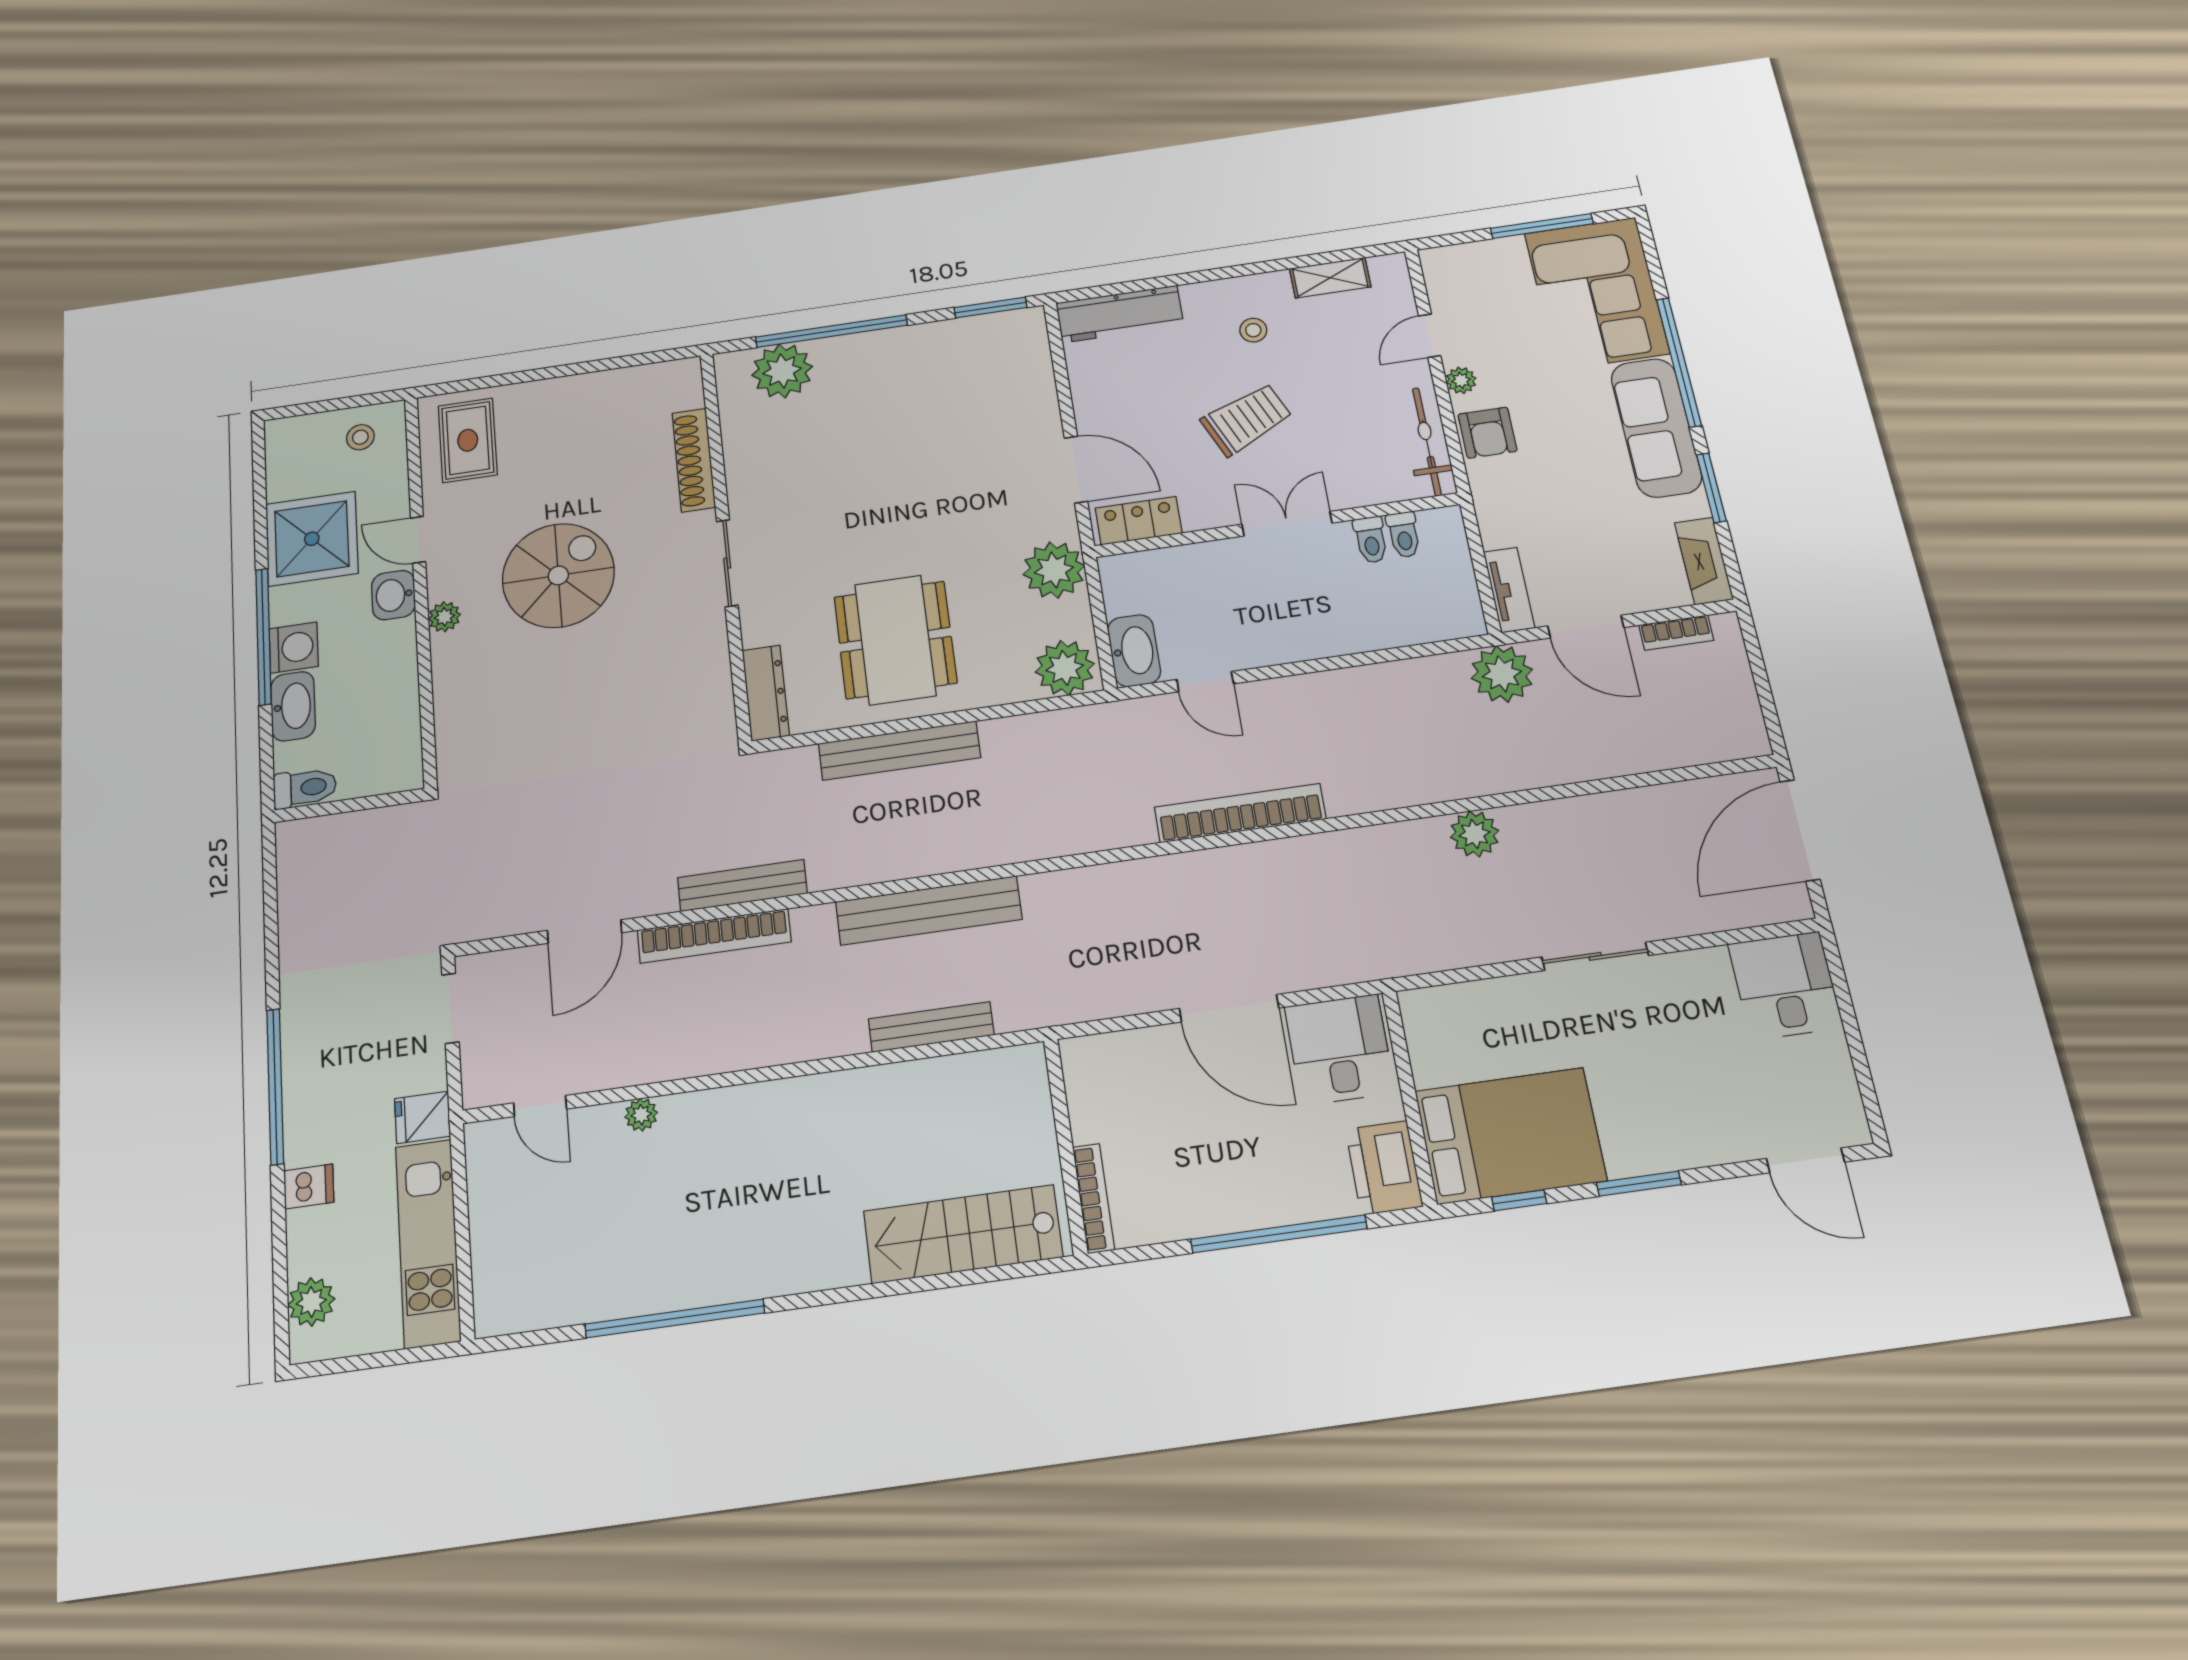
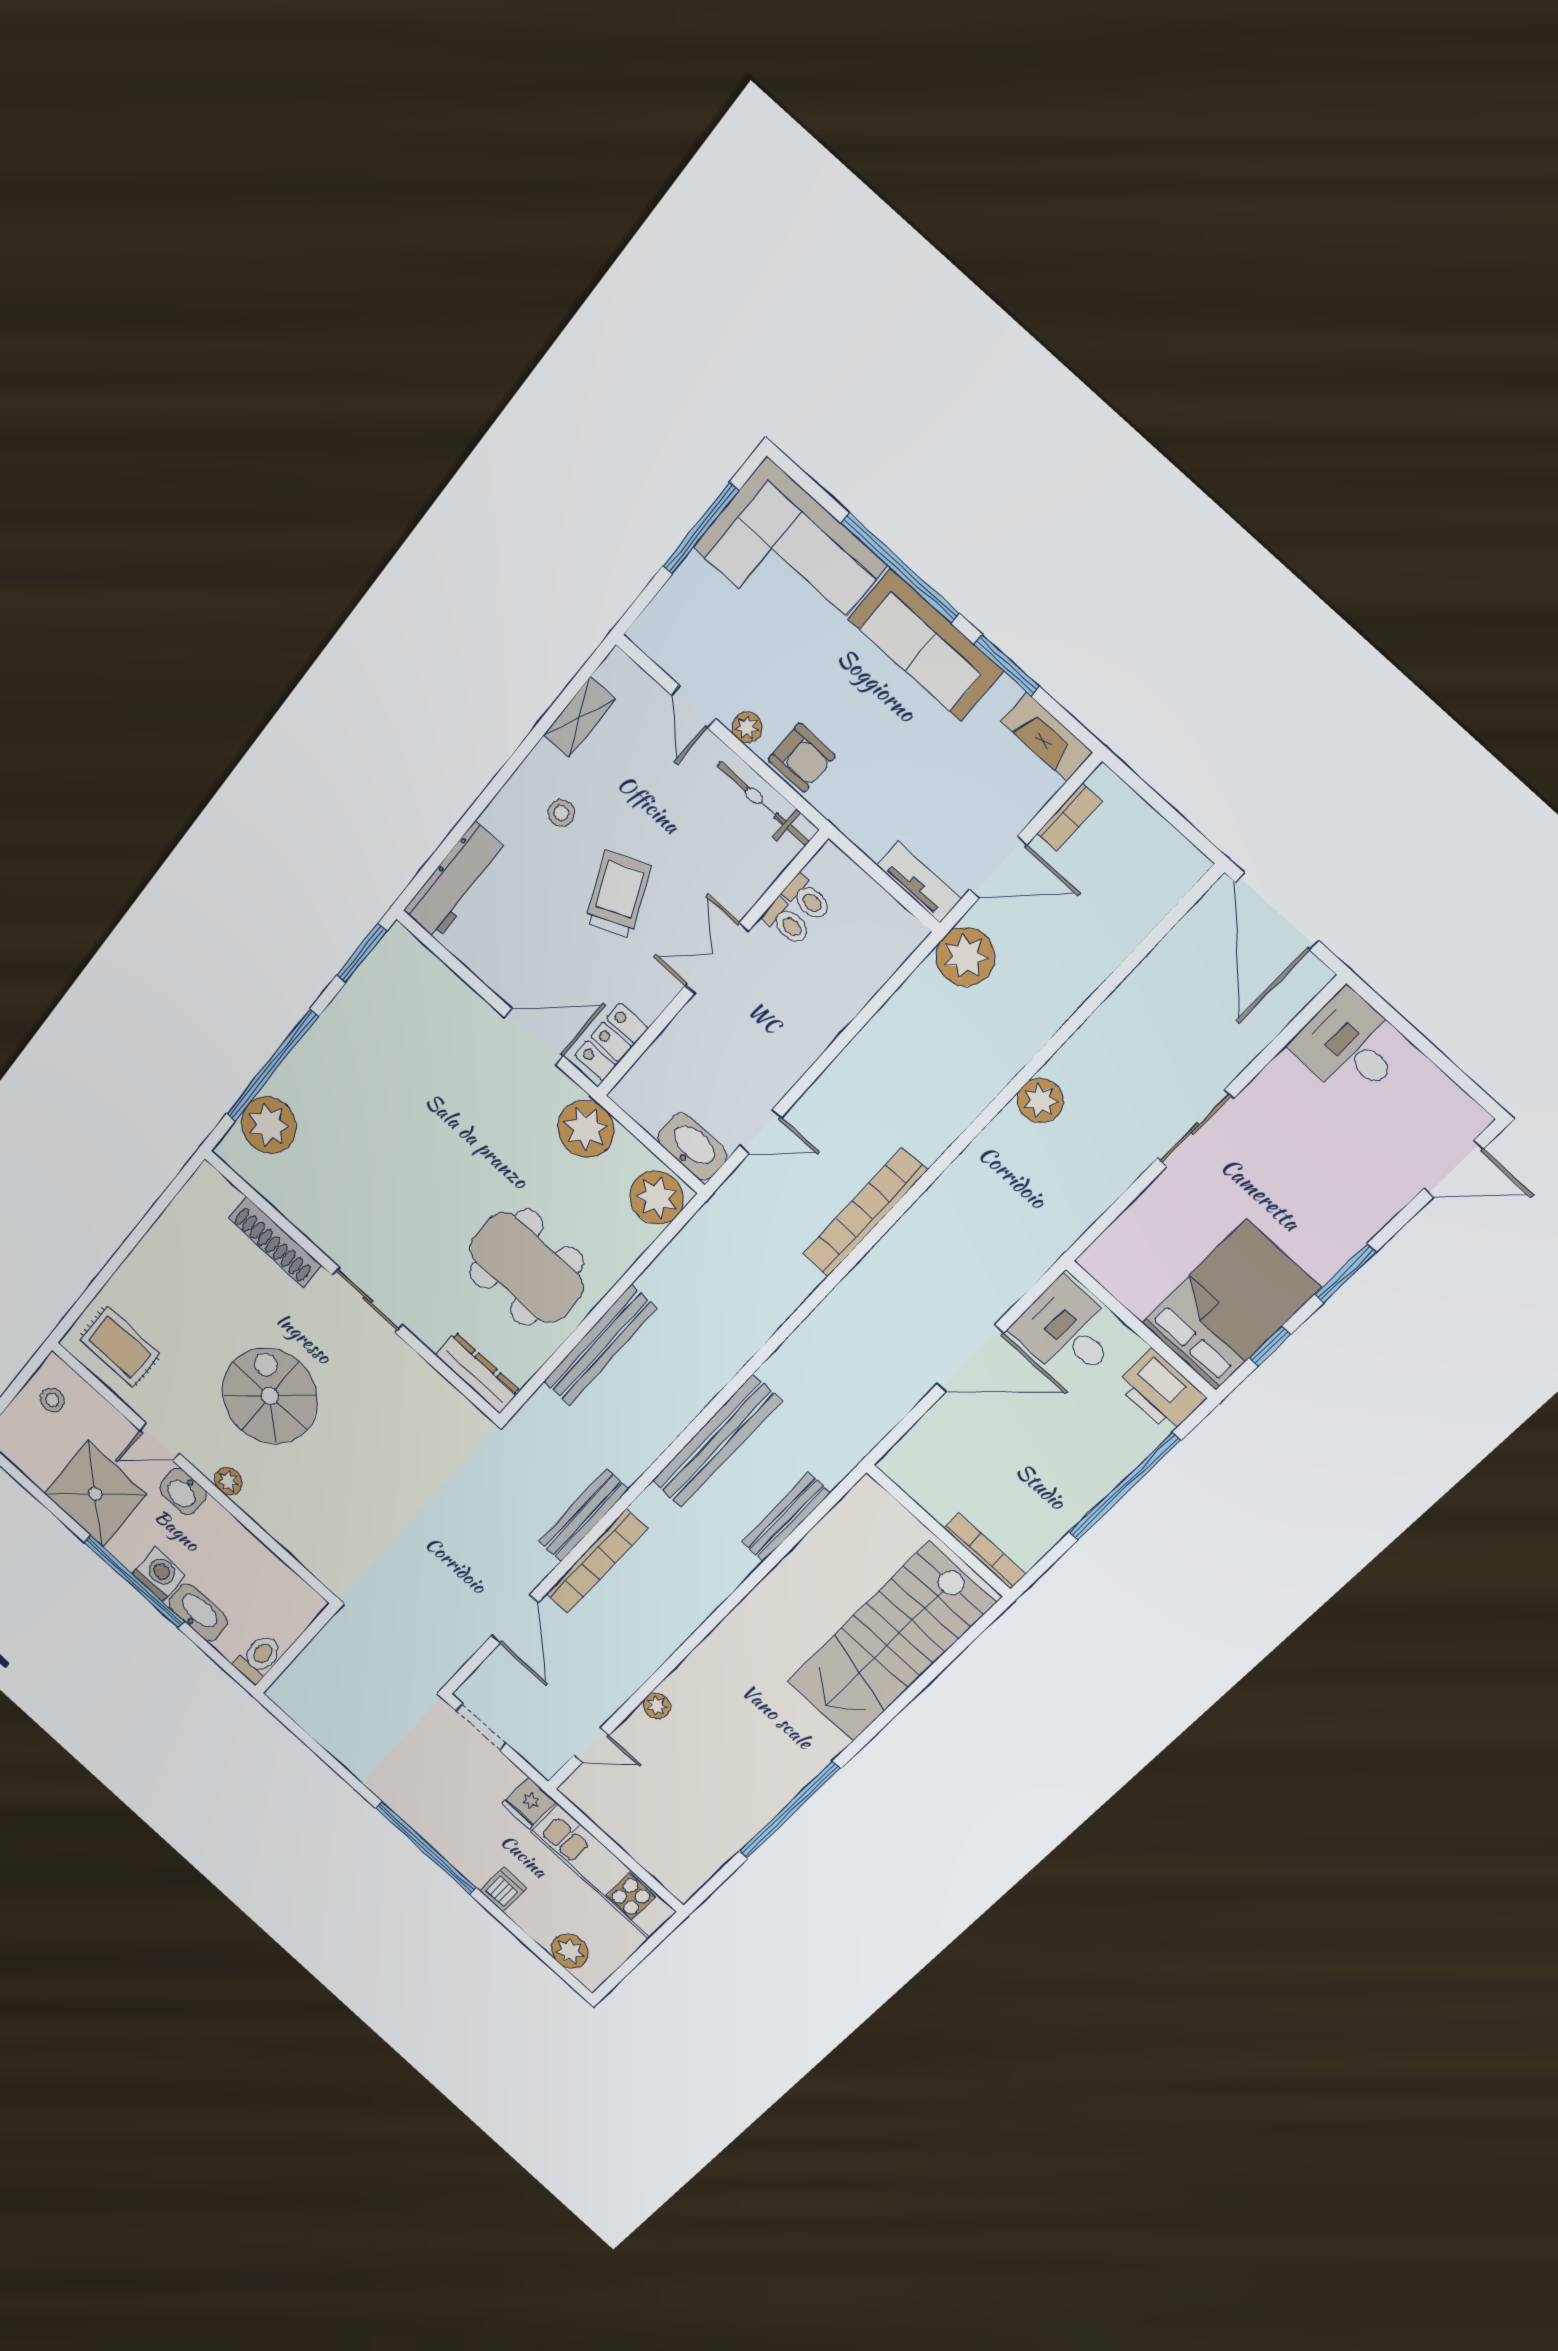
stairs: (963, 1234) -> (891, 1642), width x1.36, depth x1.51

